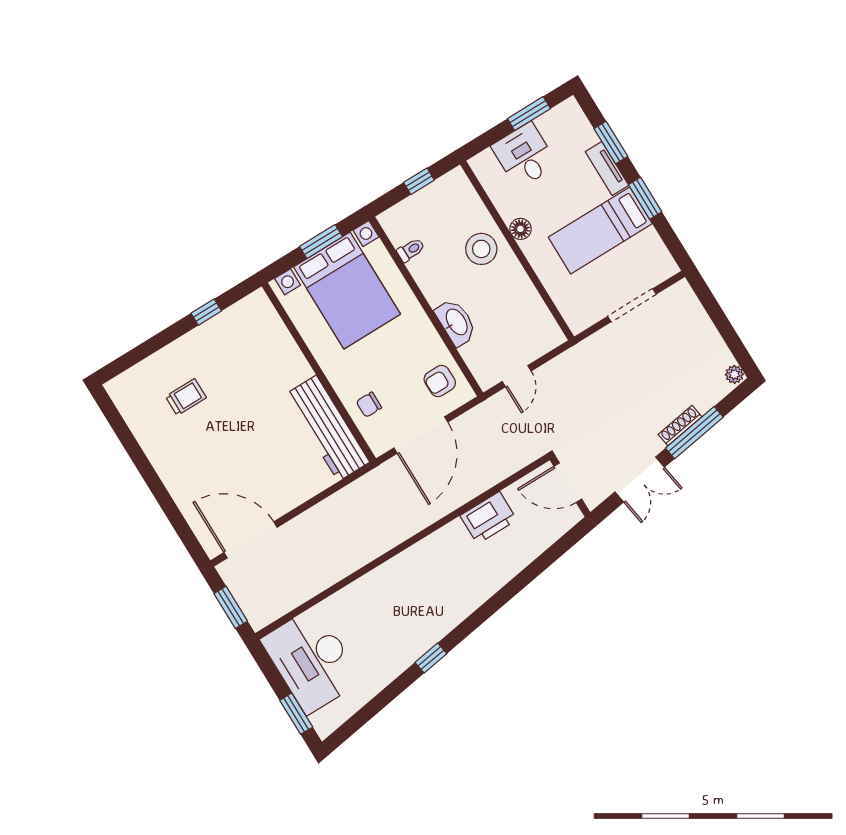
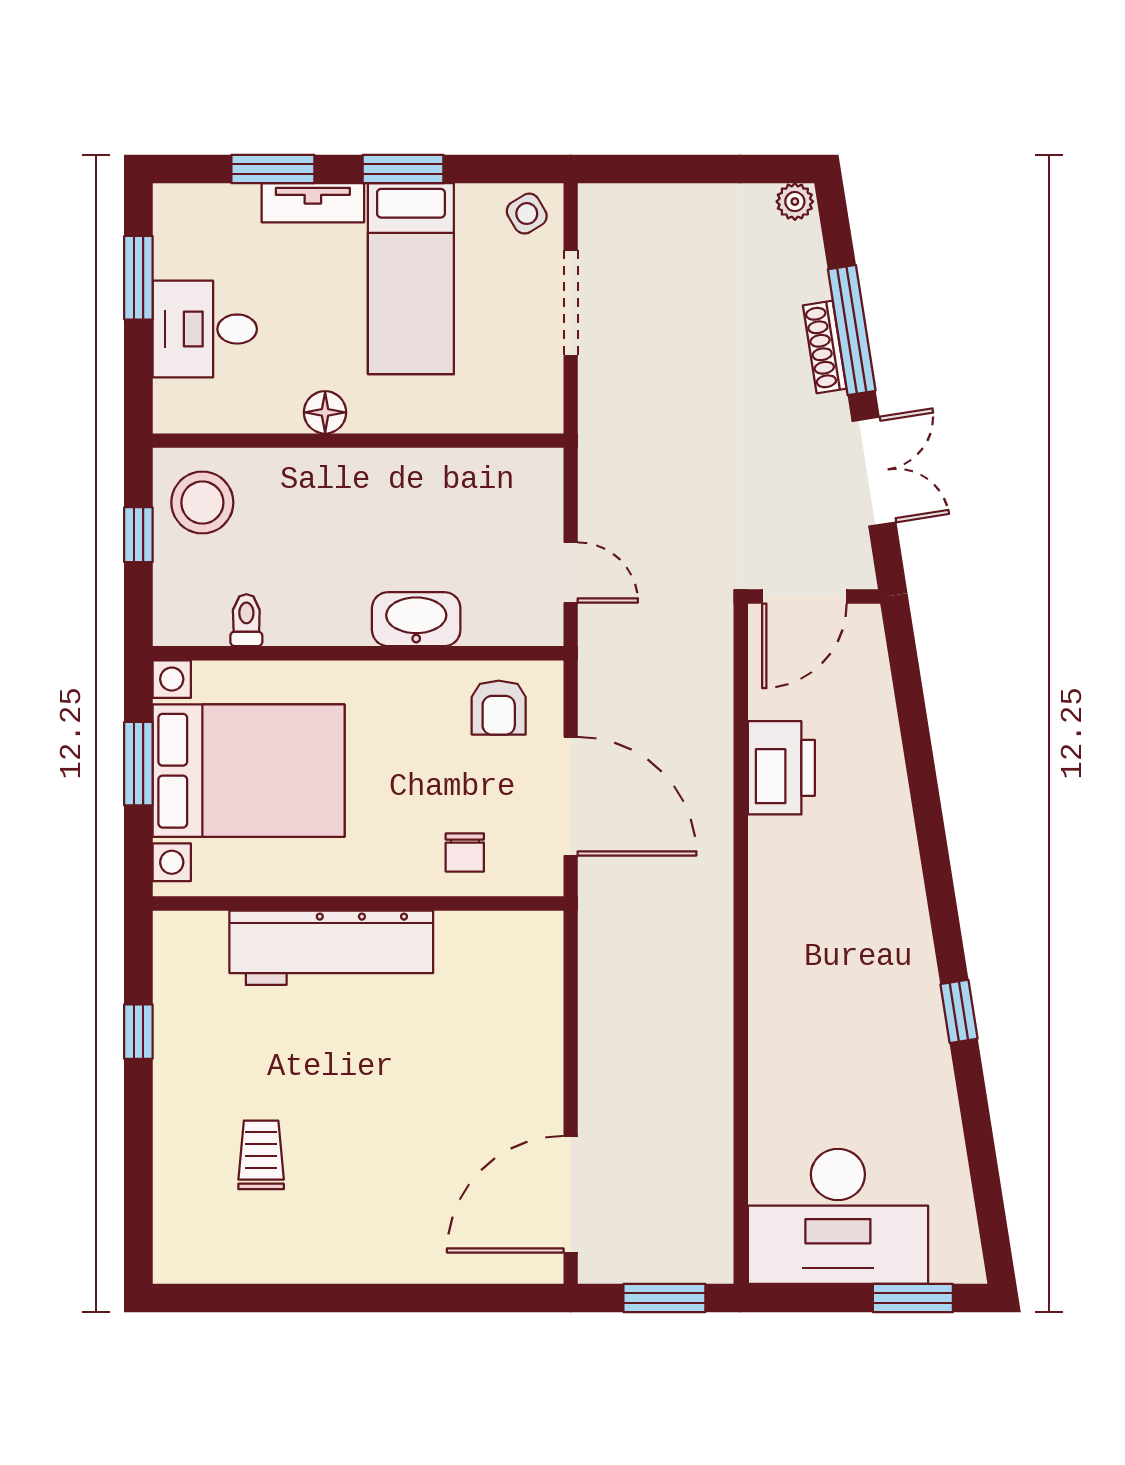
stool: (481, 249) -> (202, 503), moved
side table: (659, 263) -> (527, 214), added
workbench: (327, 428) -> (331, 948), moved

